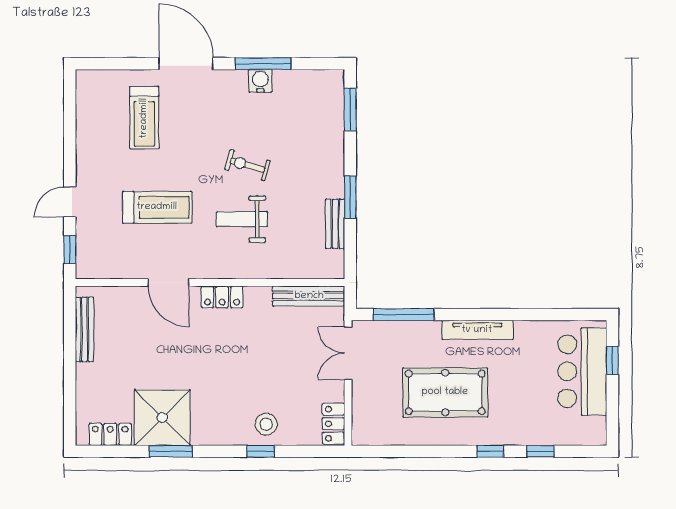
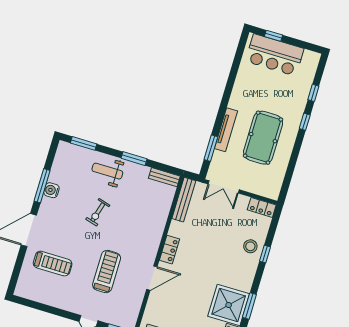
weight bench: (242, 219) -> (107, 171), moved, turned 90
bench: (335, 224) -> (164, 177), moved
window: (404, 314) -> (211, 148), width x0.69
tv unit: (477, 330) -> (226, 130), moved

